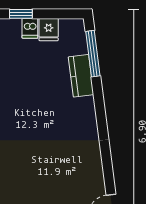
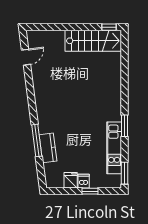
window: (93, 54) -> (37, 140), moved

